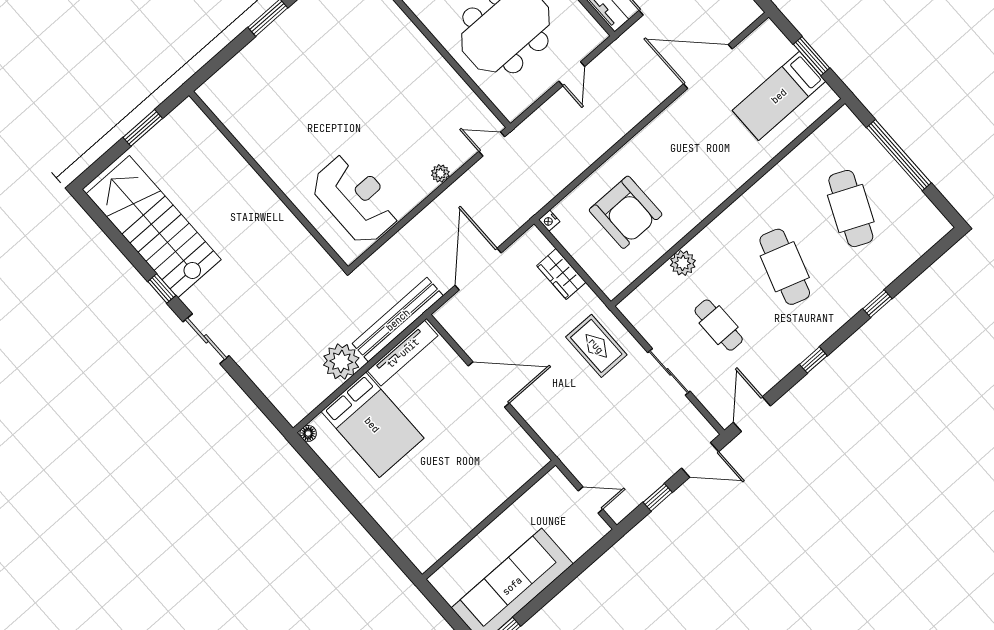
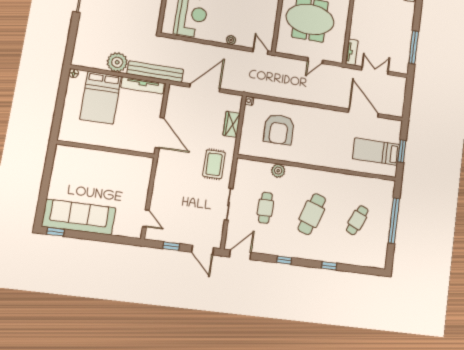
cafe table: (851, 209) -> (357, 220), width x0.73, depth x0.74
wall: (489, 520) -> (106, 149), moved

